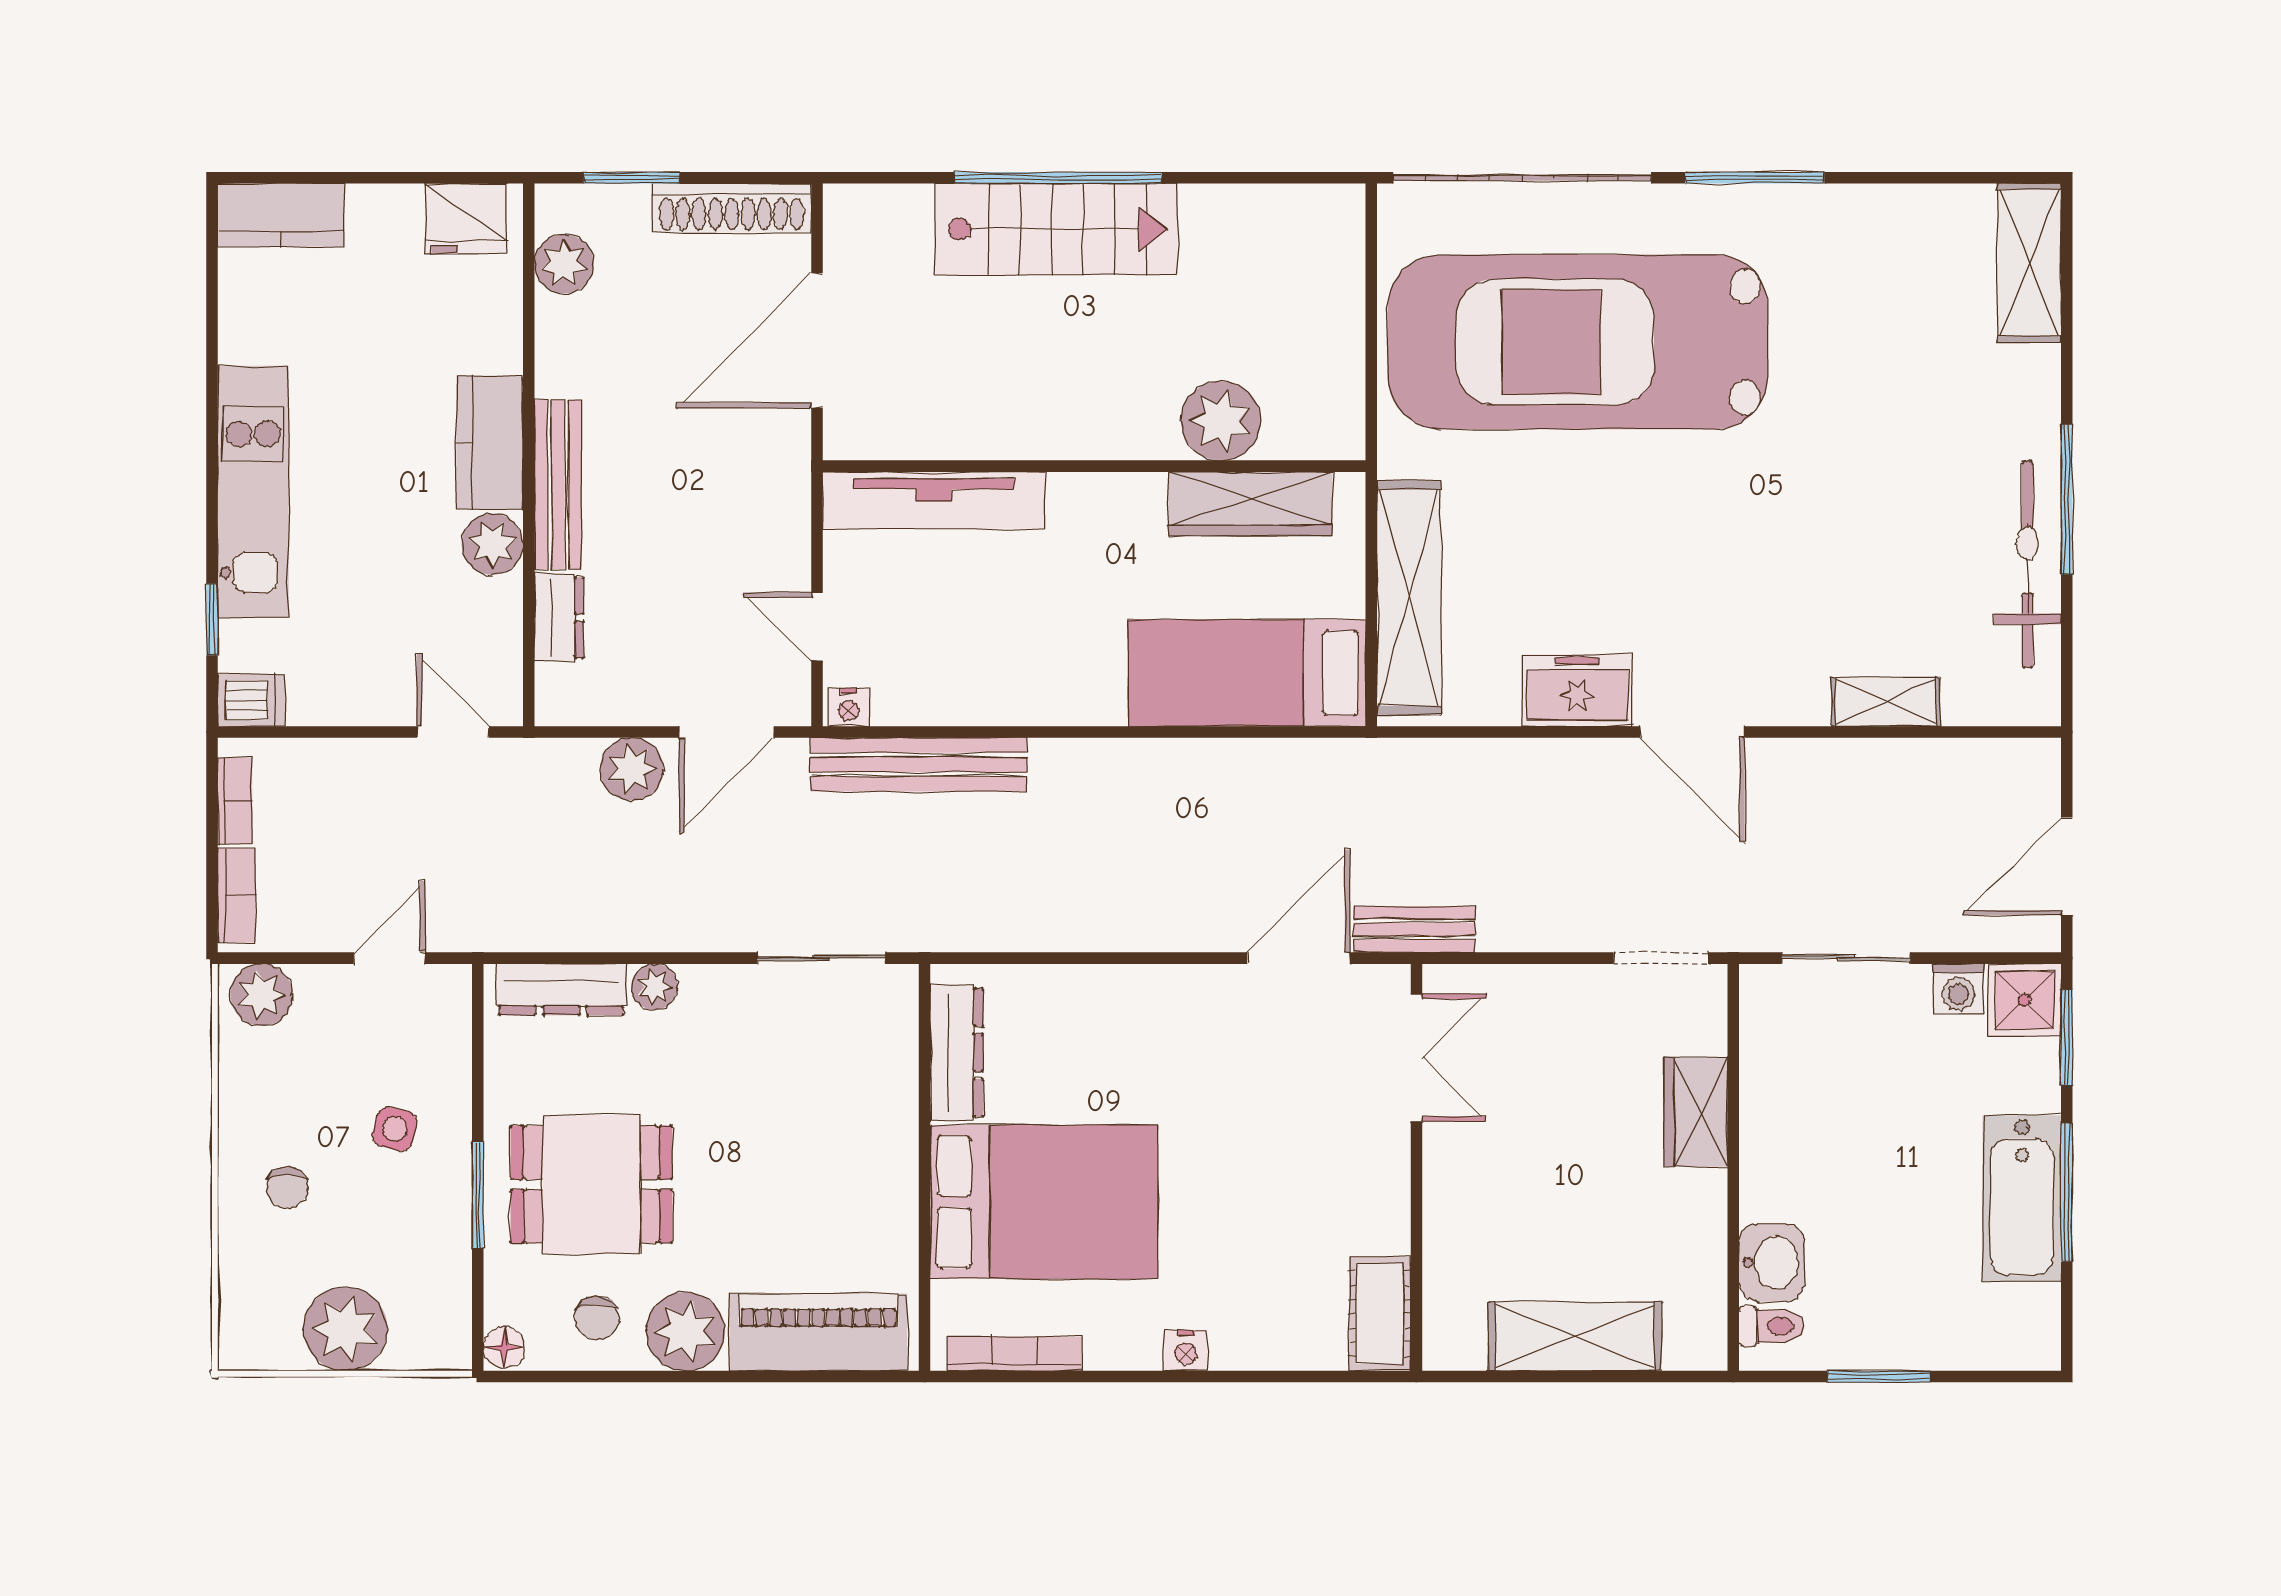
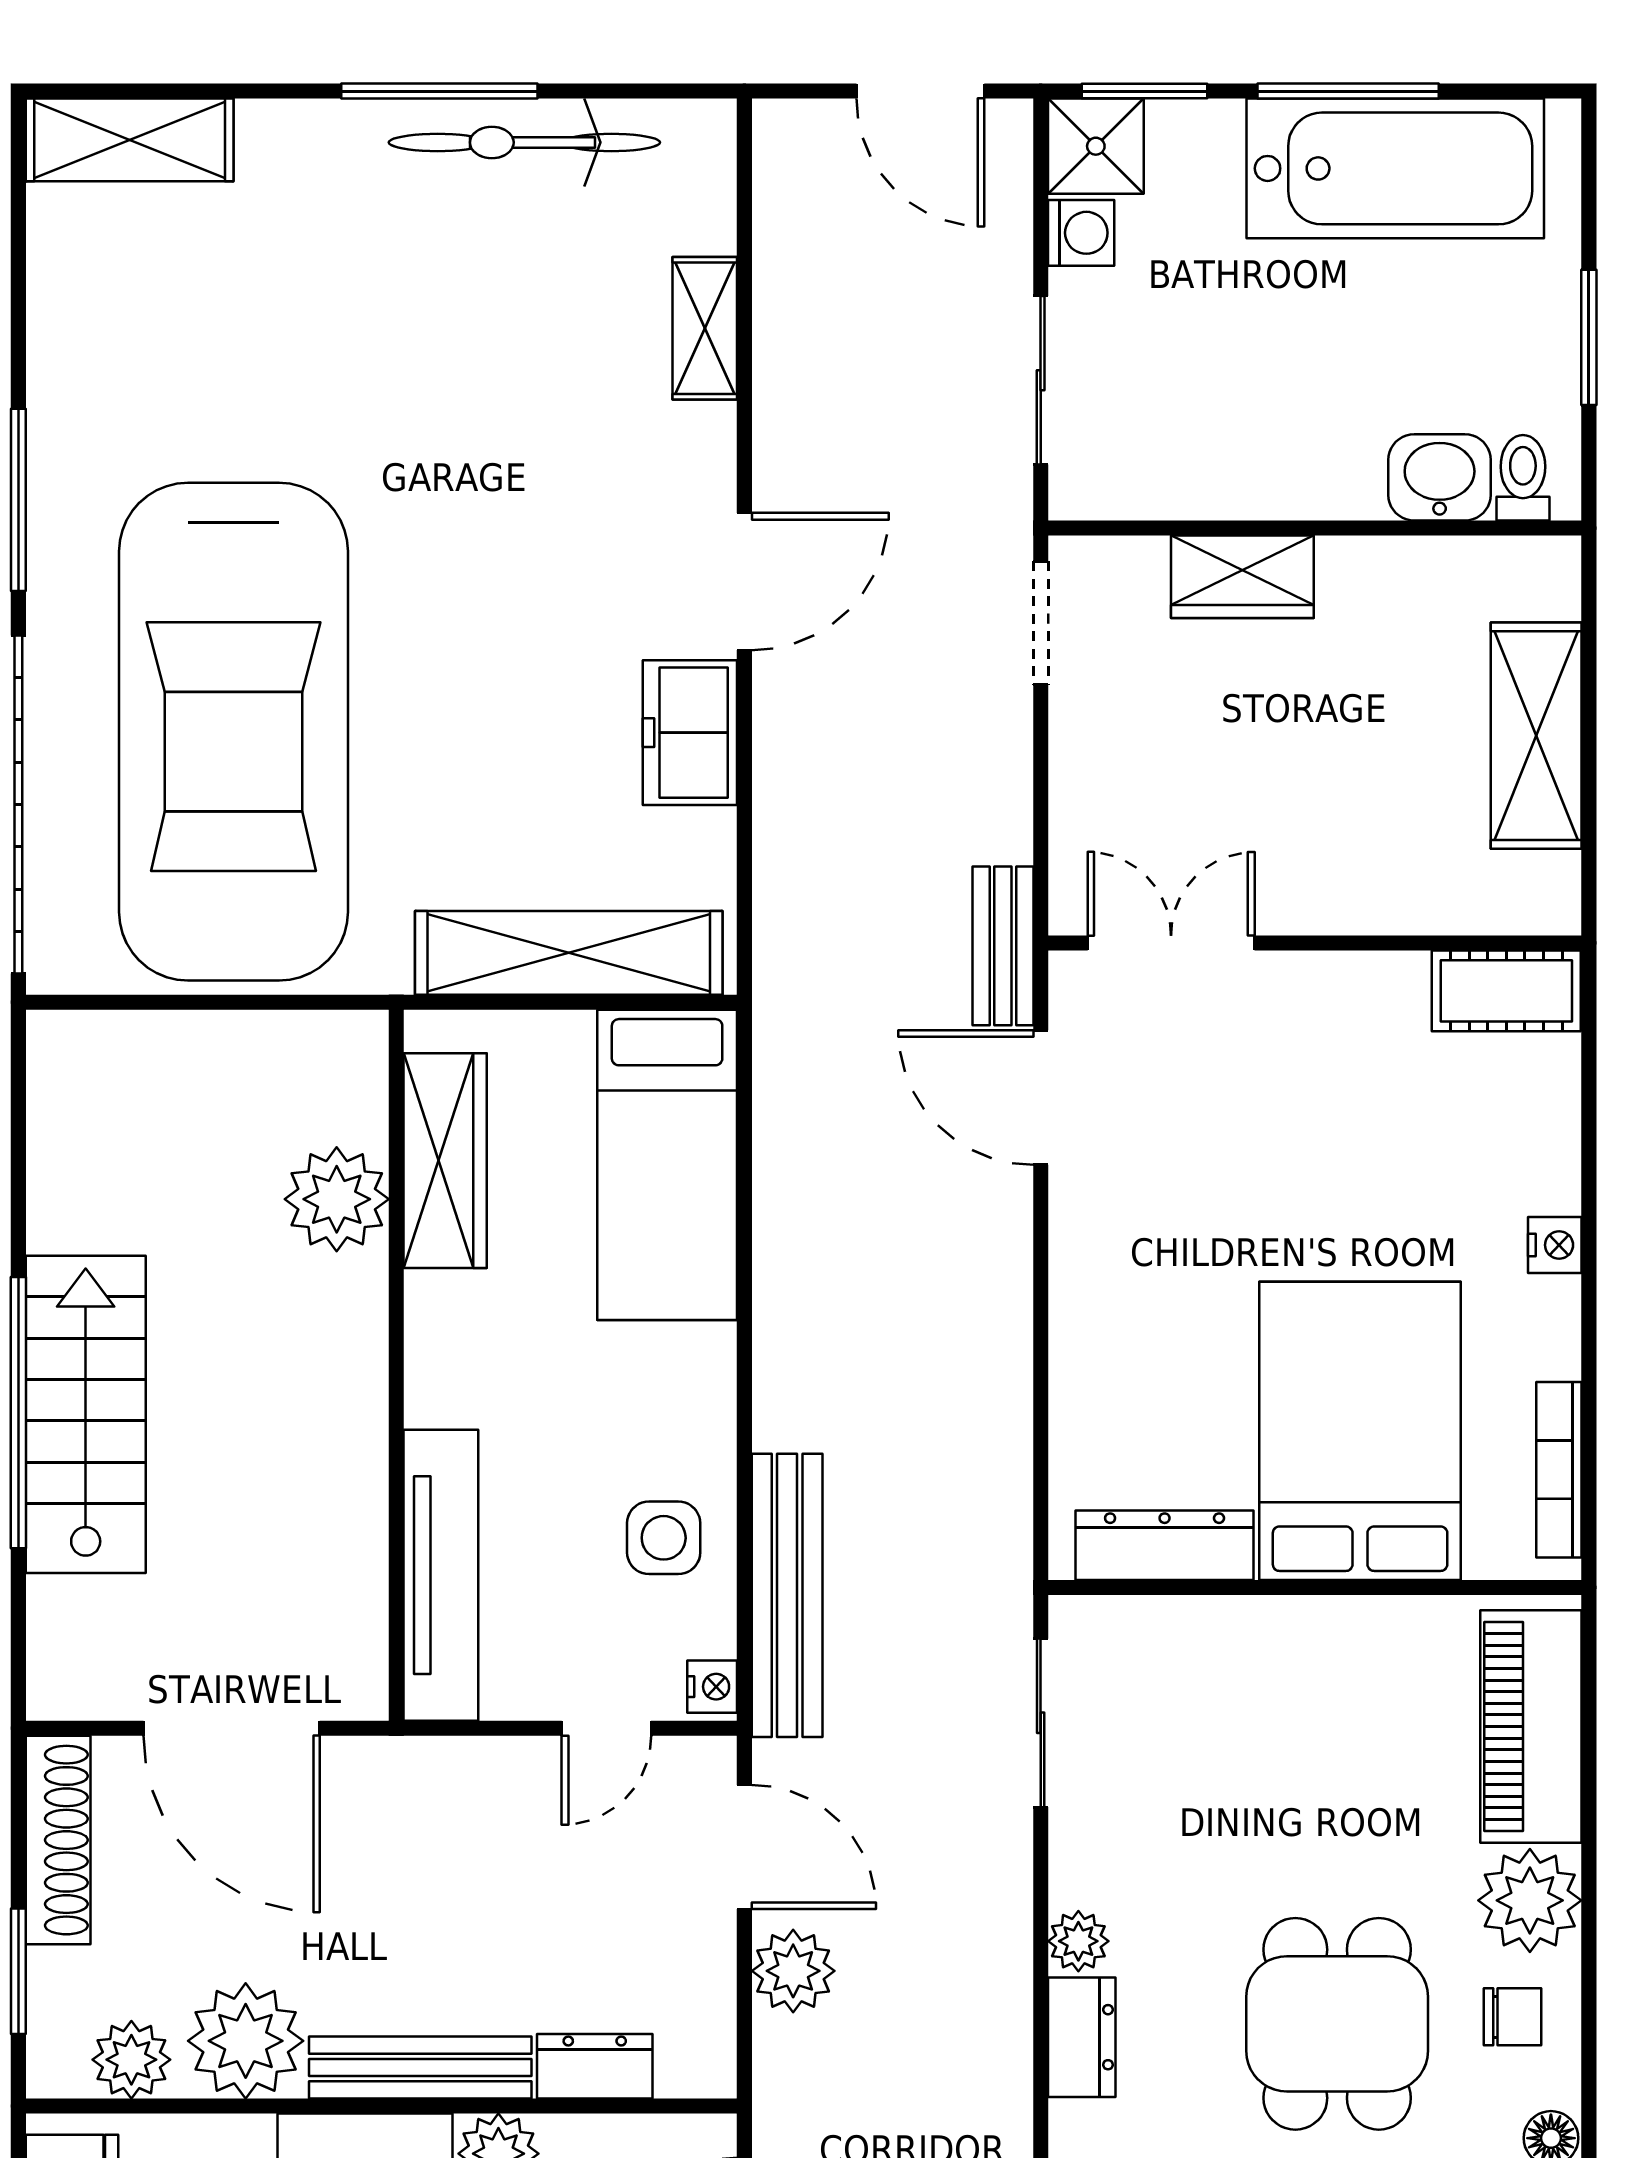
plant: (578, 351) -> (246, 2041), added
side table: (962, 670) -> (664, 1538), added
dresser: (561, 989) -> (1082, 2037), width x0.70
bathtub: (2022, 1199) -> (1395, 168), width x1.36, depth x1.36

